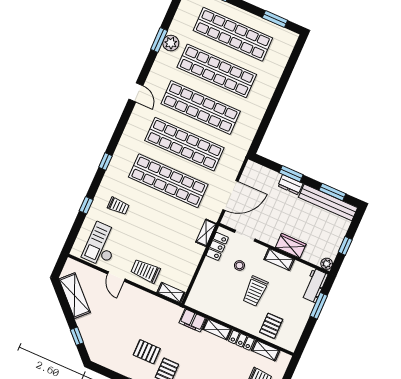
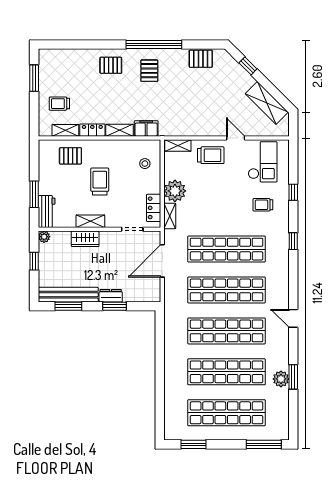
plant: (191, 253) -> (175, 191), added
stool: (239, 265) -> (145, 164), moved
pallet: (271, 326) -> (70, 156), turned 90
pallet: (147, 352) -> (201, 59), moved

